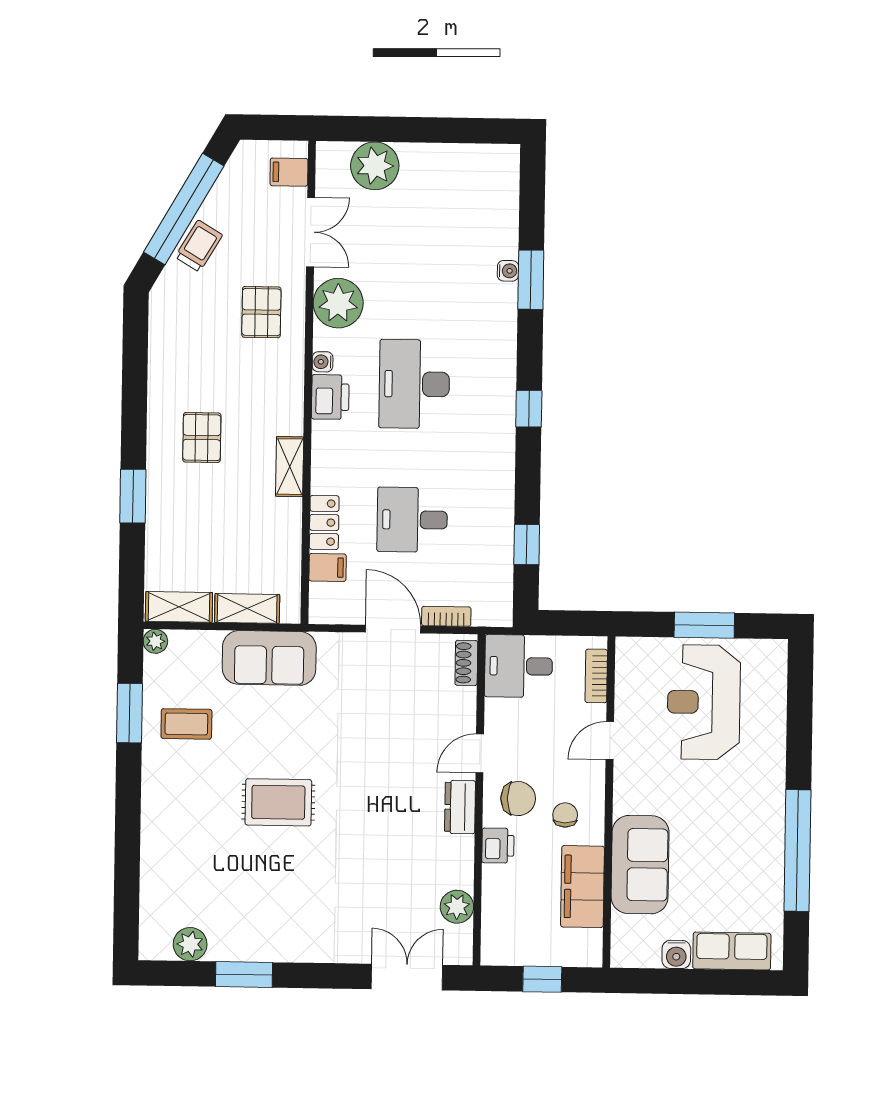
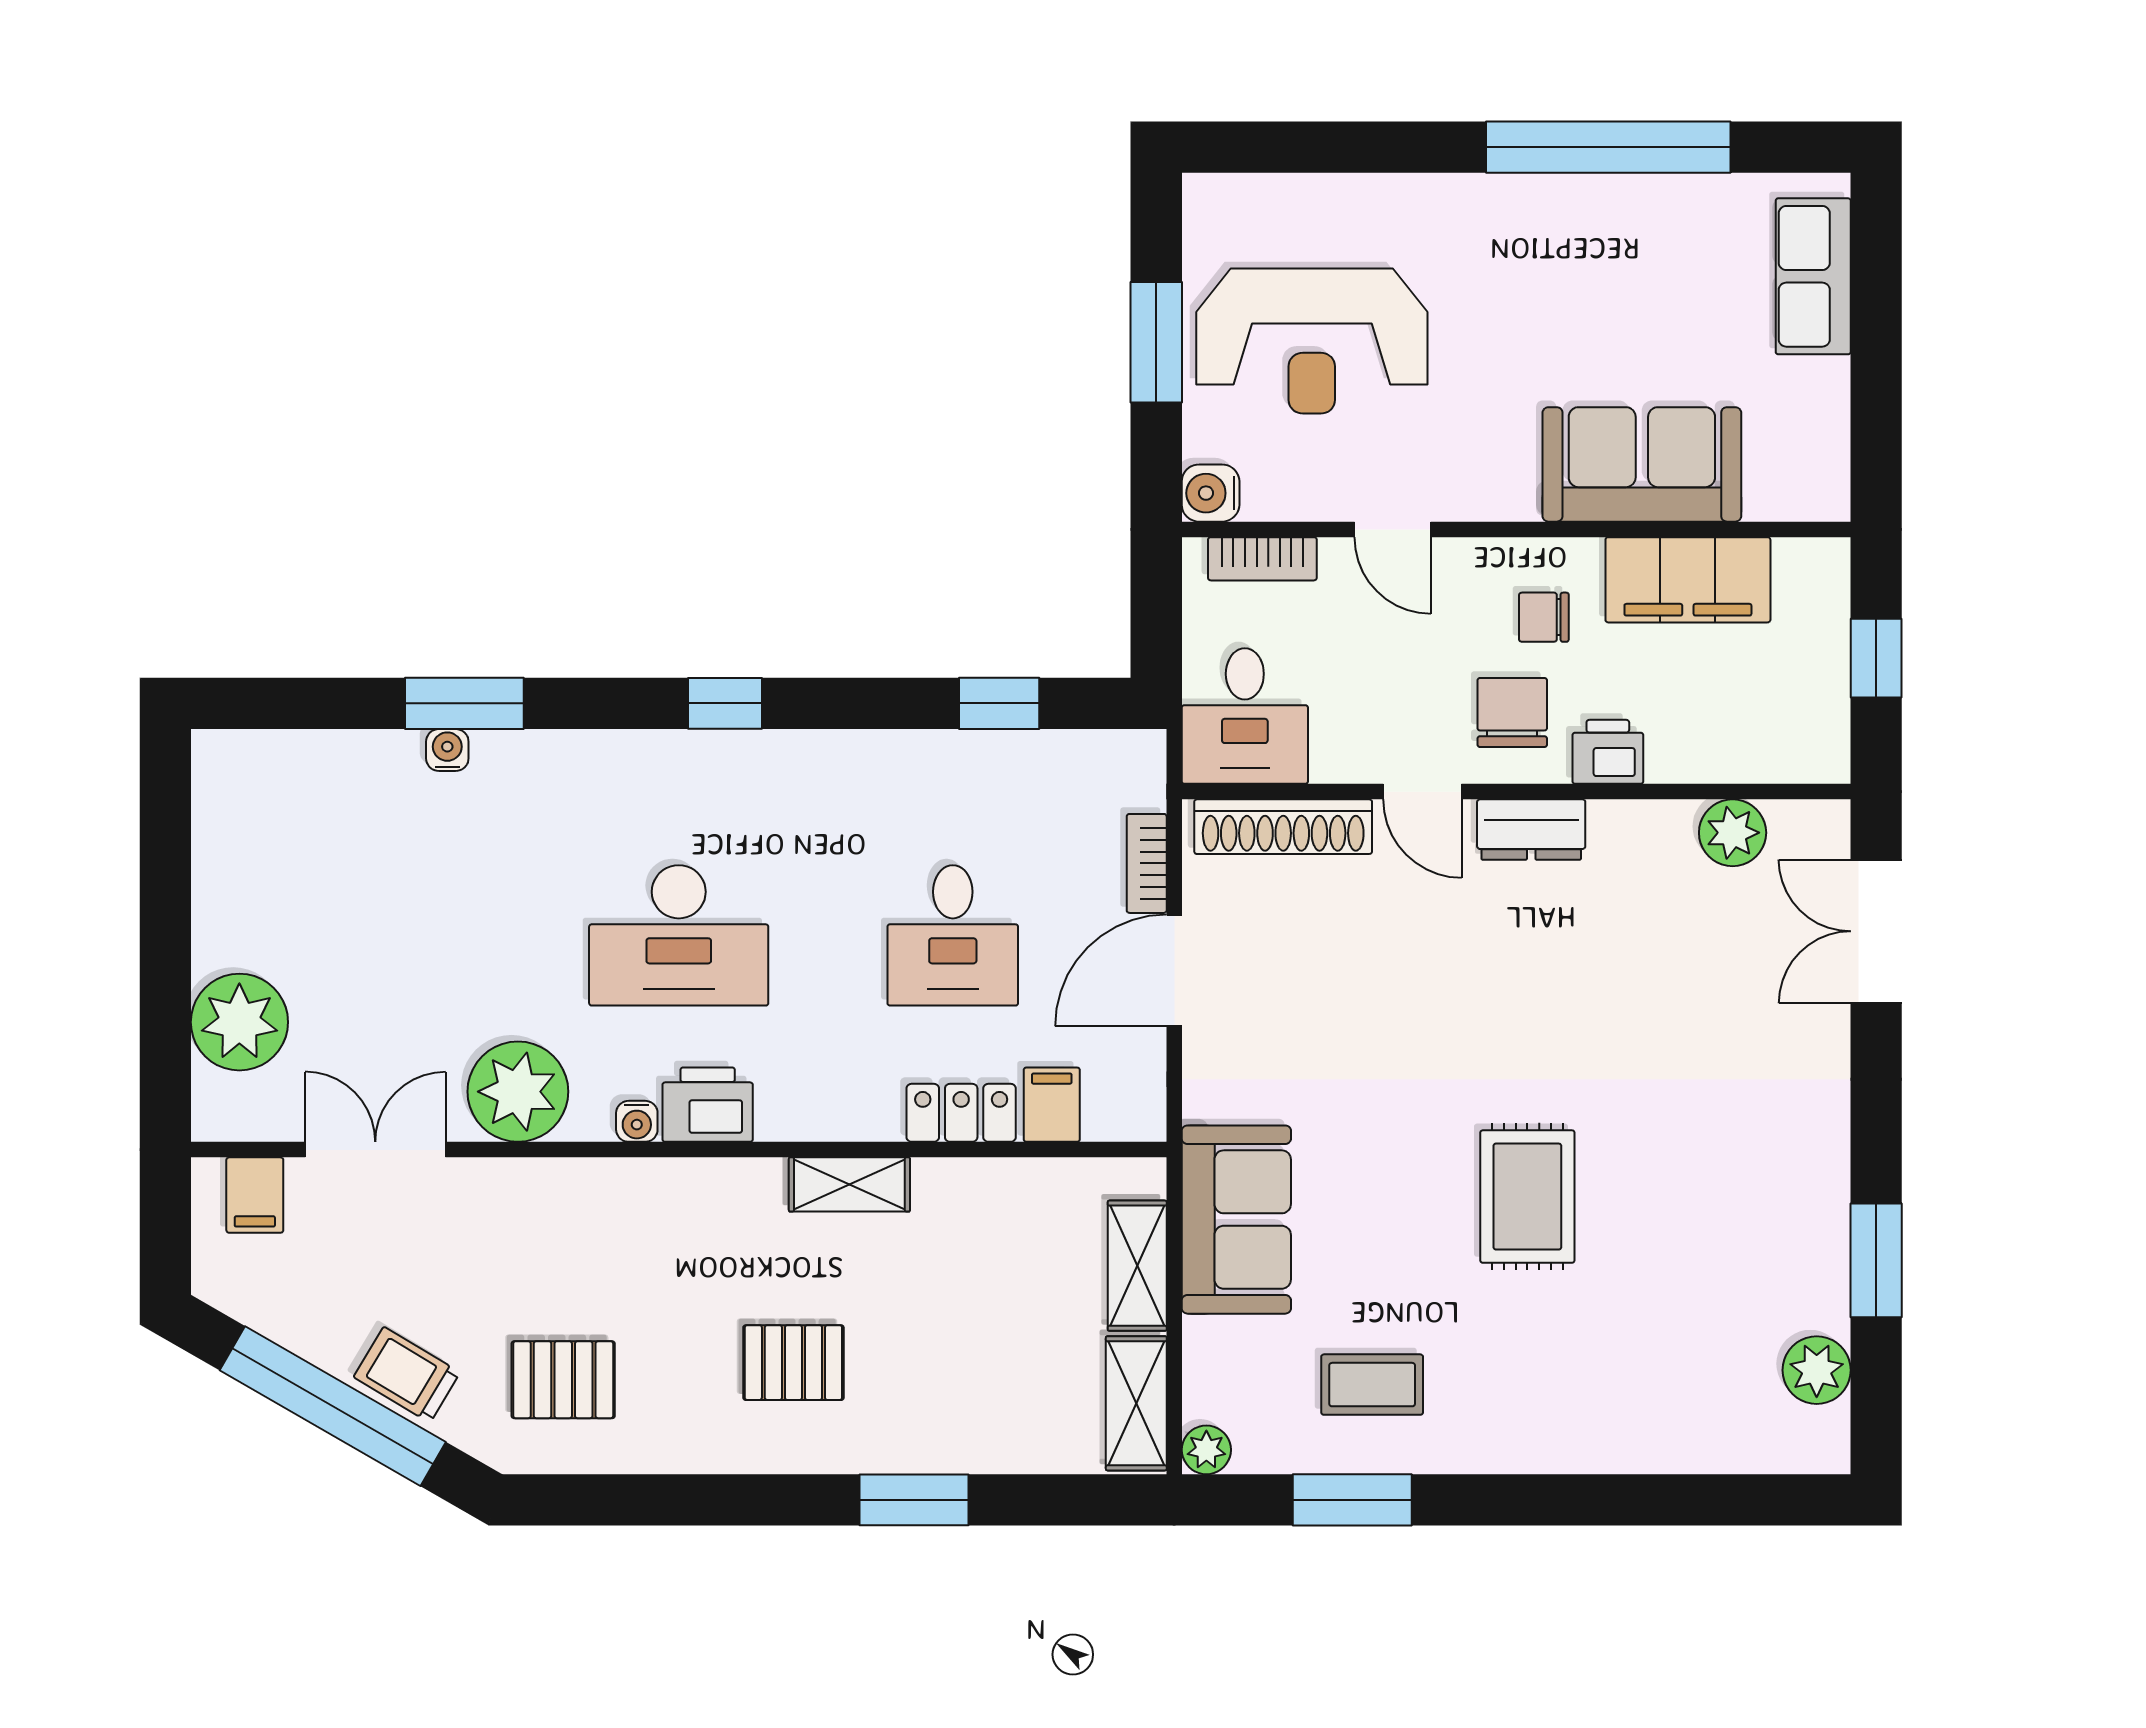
pallet: (261, 312) -> (563, 1380), moved
shoe rack: (466, 663) -> (1283, 827), width x1.94, depth x1.24
coffee table: (186, 724) -> (1372, 1385), turned 90
water cooler: (676, 954) -> (1211, 493), moved, turned 180

